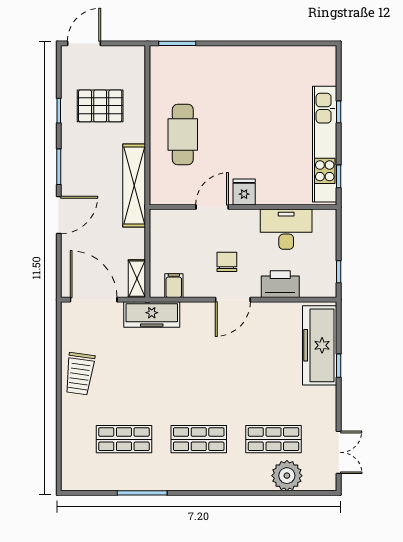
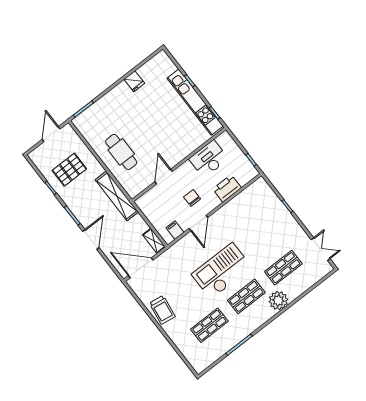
door: (84, 43) -> (51, 134), moved
fridge: (244, 192) -> (134, 81), moved, turned 180
door: (233, 300) -> (198, 223), moved
freezer: (152, 315) -> (175, 253), removed
freezer: (320, 345) -> (270, 203), removed
checkout: (193, 383) -> (222, 271), added
plant: (287, 476) -> (278, 300), moved

